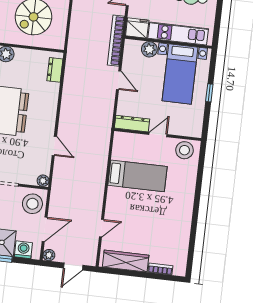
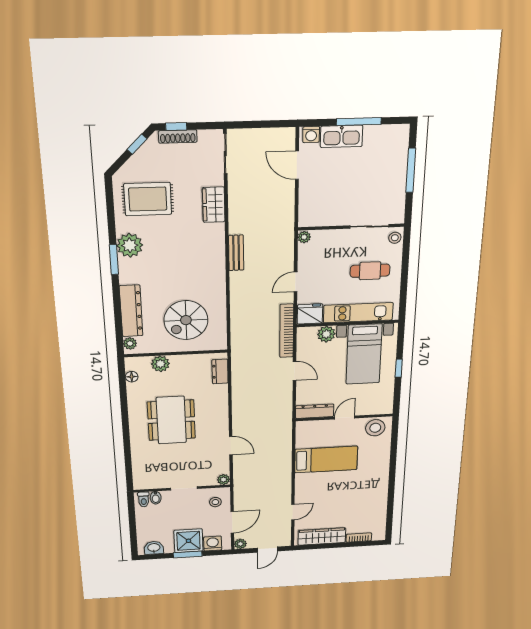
stool: (32, 204) -> (215, 502), width x0.53, depth x0.53

